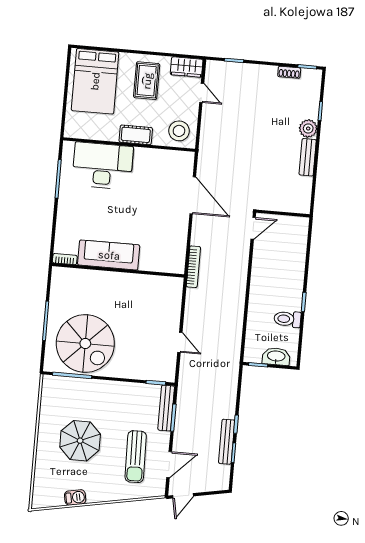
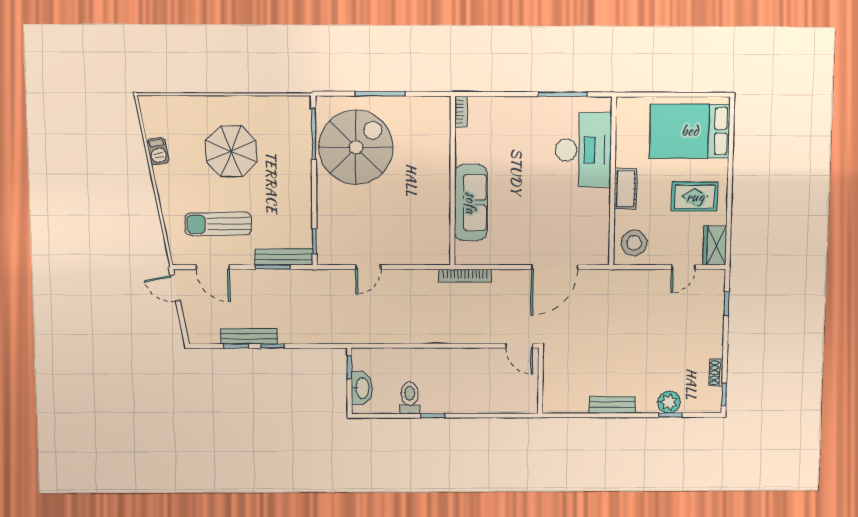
plant: (308, 129) -> (669, 402), moved
sofa: (109, 255) -> (471, 203), moved
spiral stairs: (85, 343) -> (356, 147), turned 180

